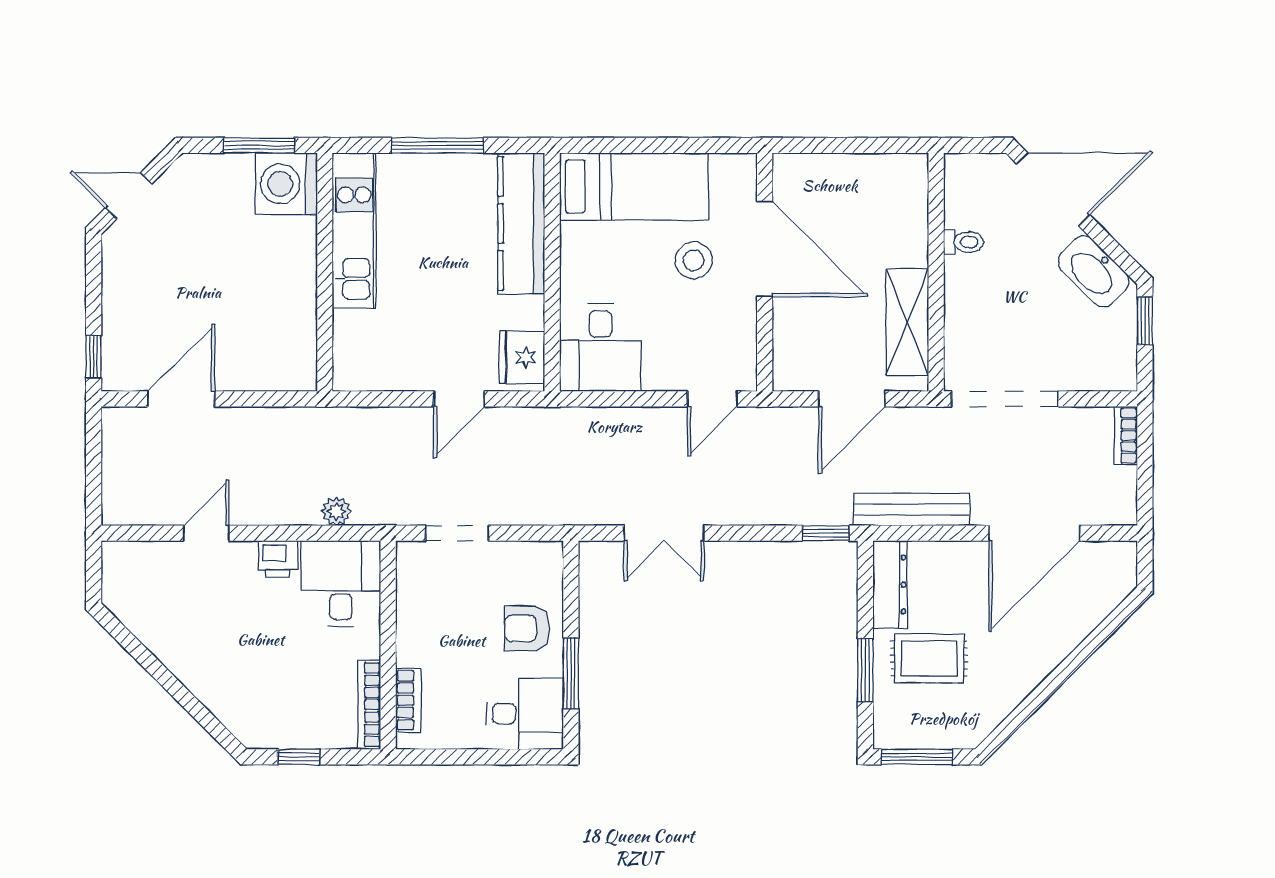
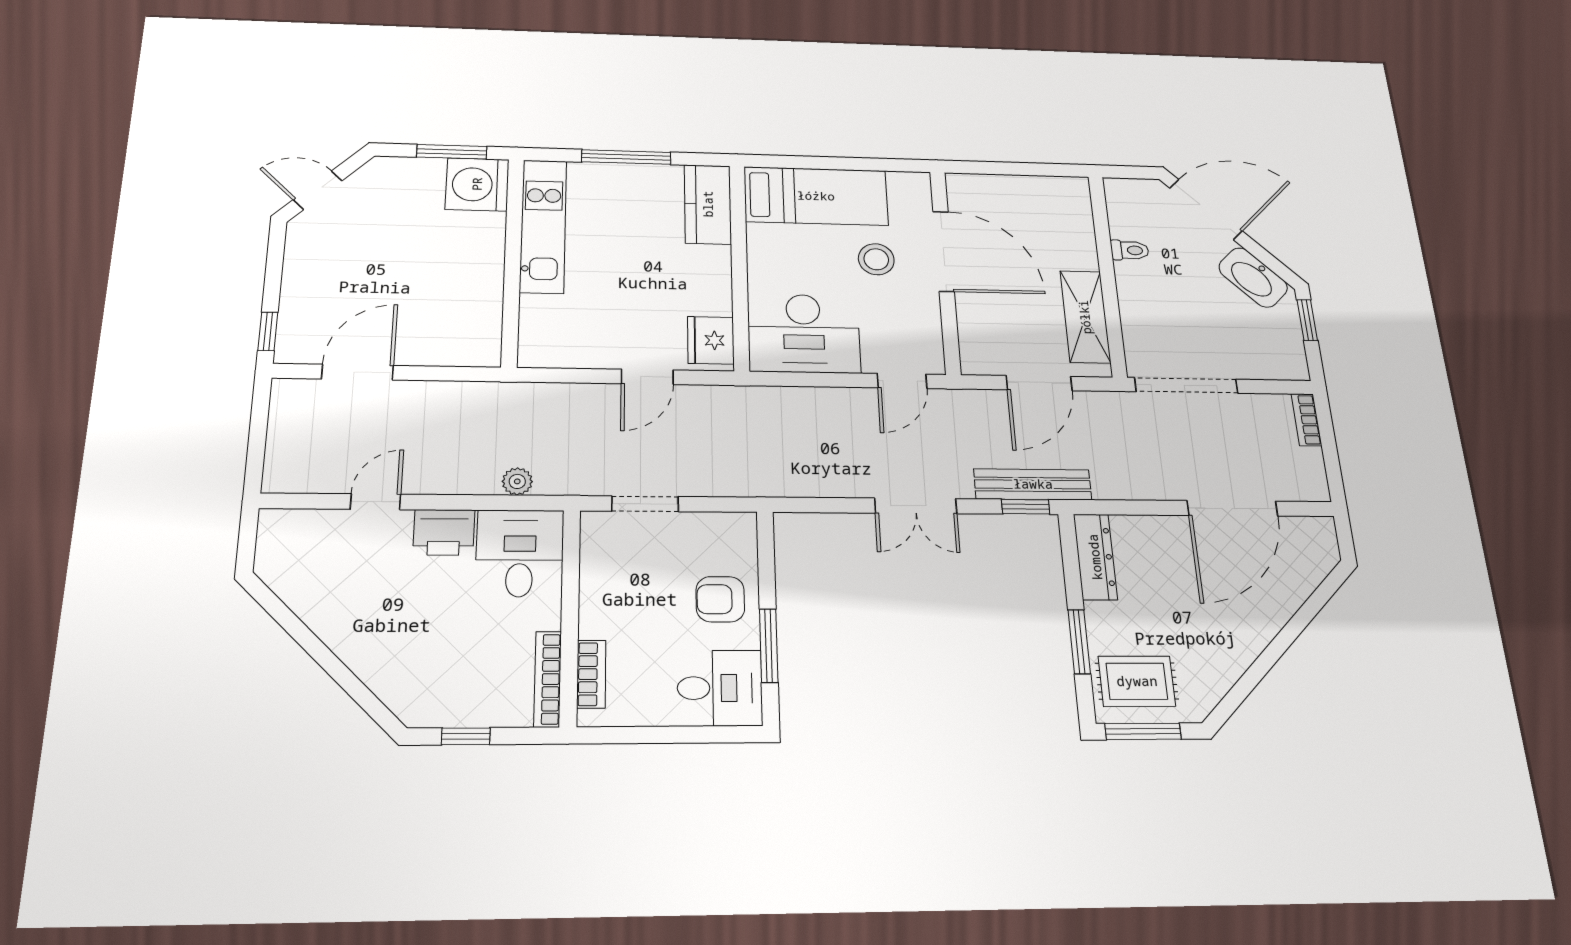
kitchen counter: (521, 223) -> (708, 204), width x0.67
desk: (600, 348) -> (804, 333), width x1.37
bench: (912, 510) -> (1033, 484), moved
double door: (664, 533) -> (916, 506), moved
printer: (278, 559) -> (444, 532), width x1.36, depth x1.24
rug: (929, 658) -> (1137, 681), moved

